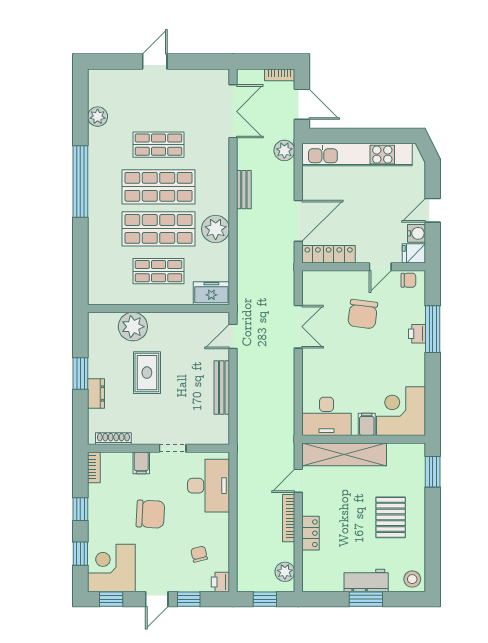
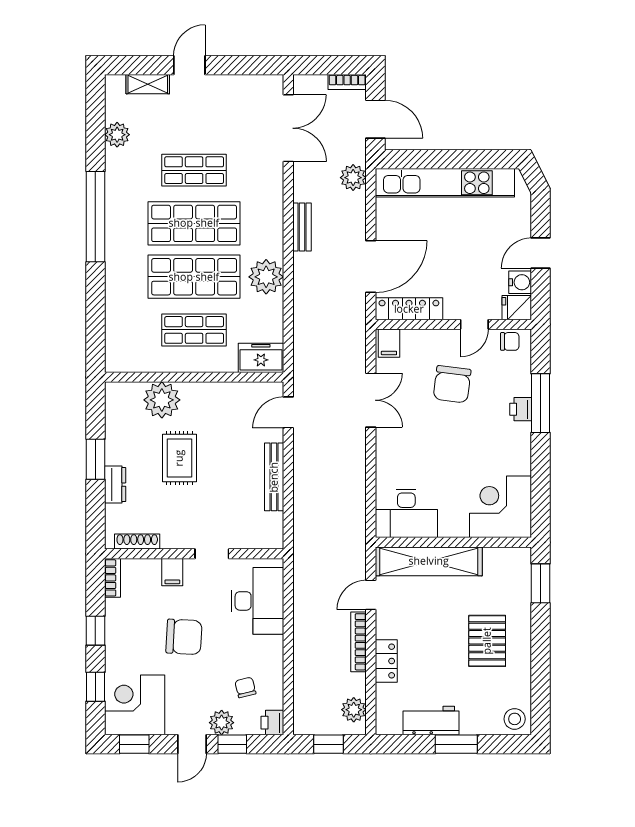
shelving: (122, 76) -> (148, 84), added
filing cabinet: (367, 424) -> (389, 343), moved, turned 180
workbench: (366, 580) -> (431, 721), moved
plant: (180, 582) -> (222, 723), added

